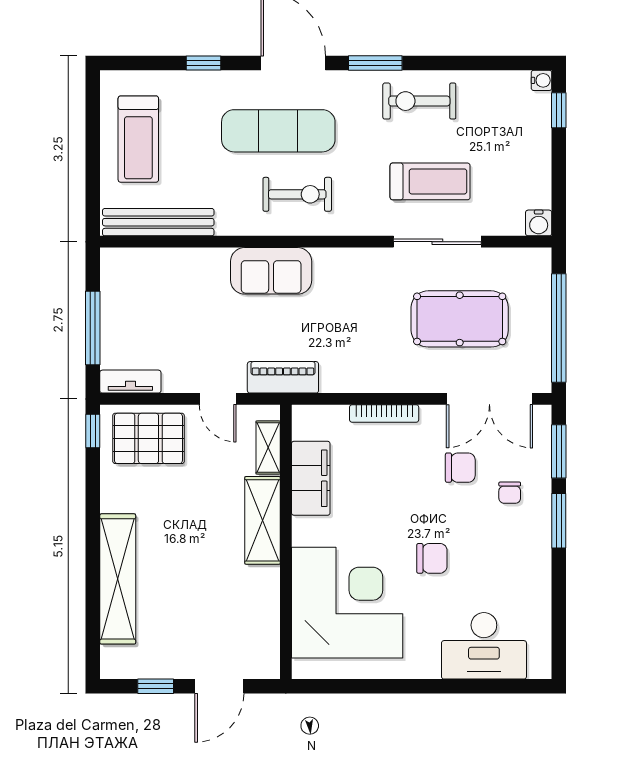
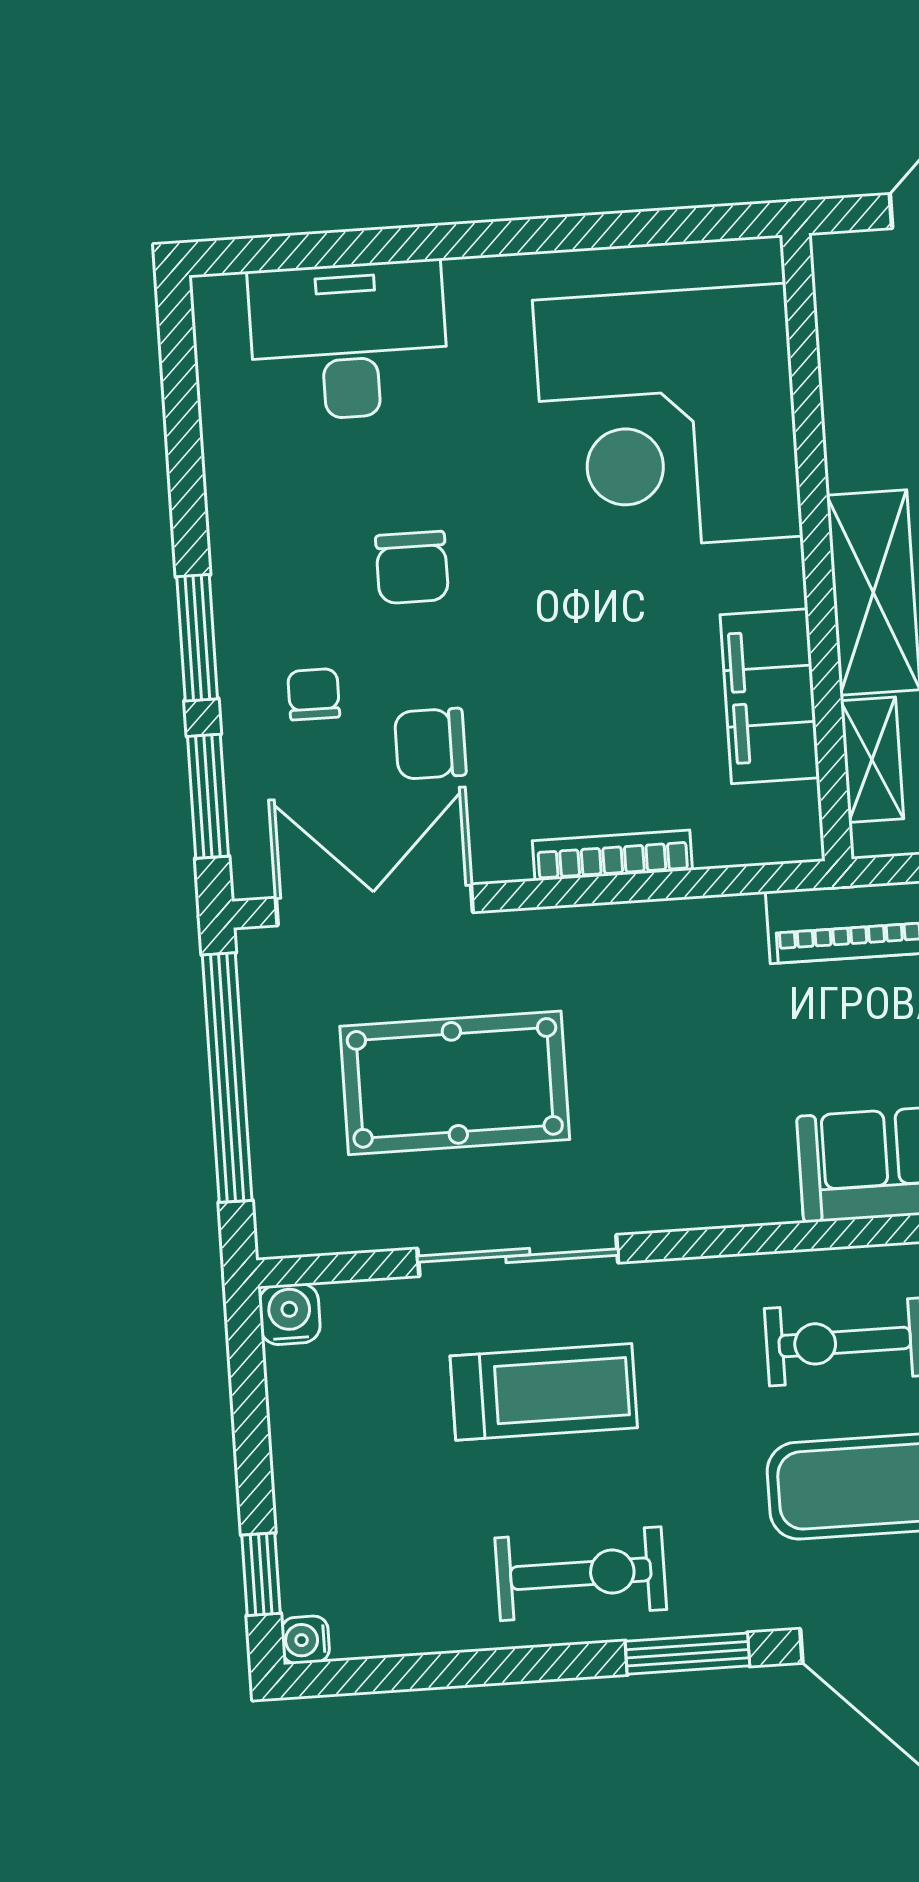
treadmill: (430, 181) -> (544, 1392), turned 180
chair: (432, 558) -> (412, 568), moved, turned -90

